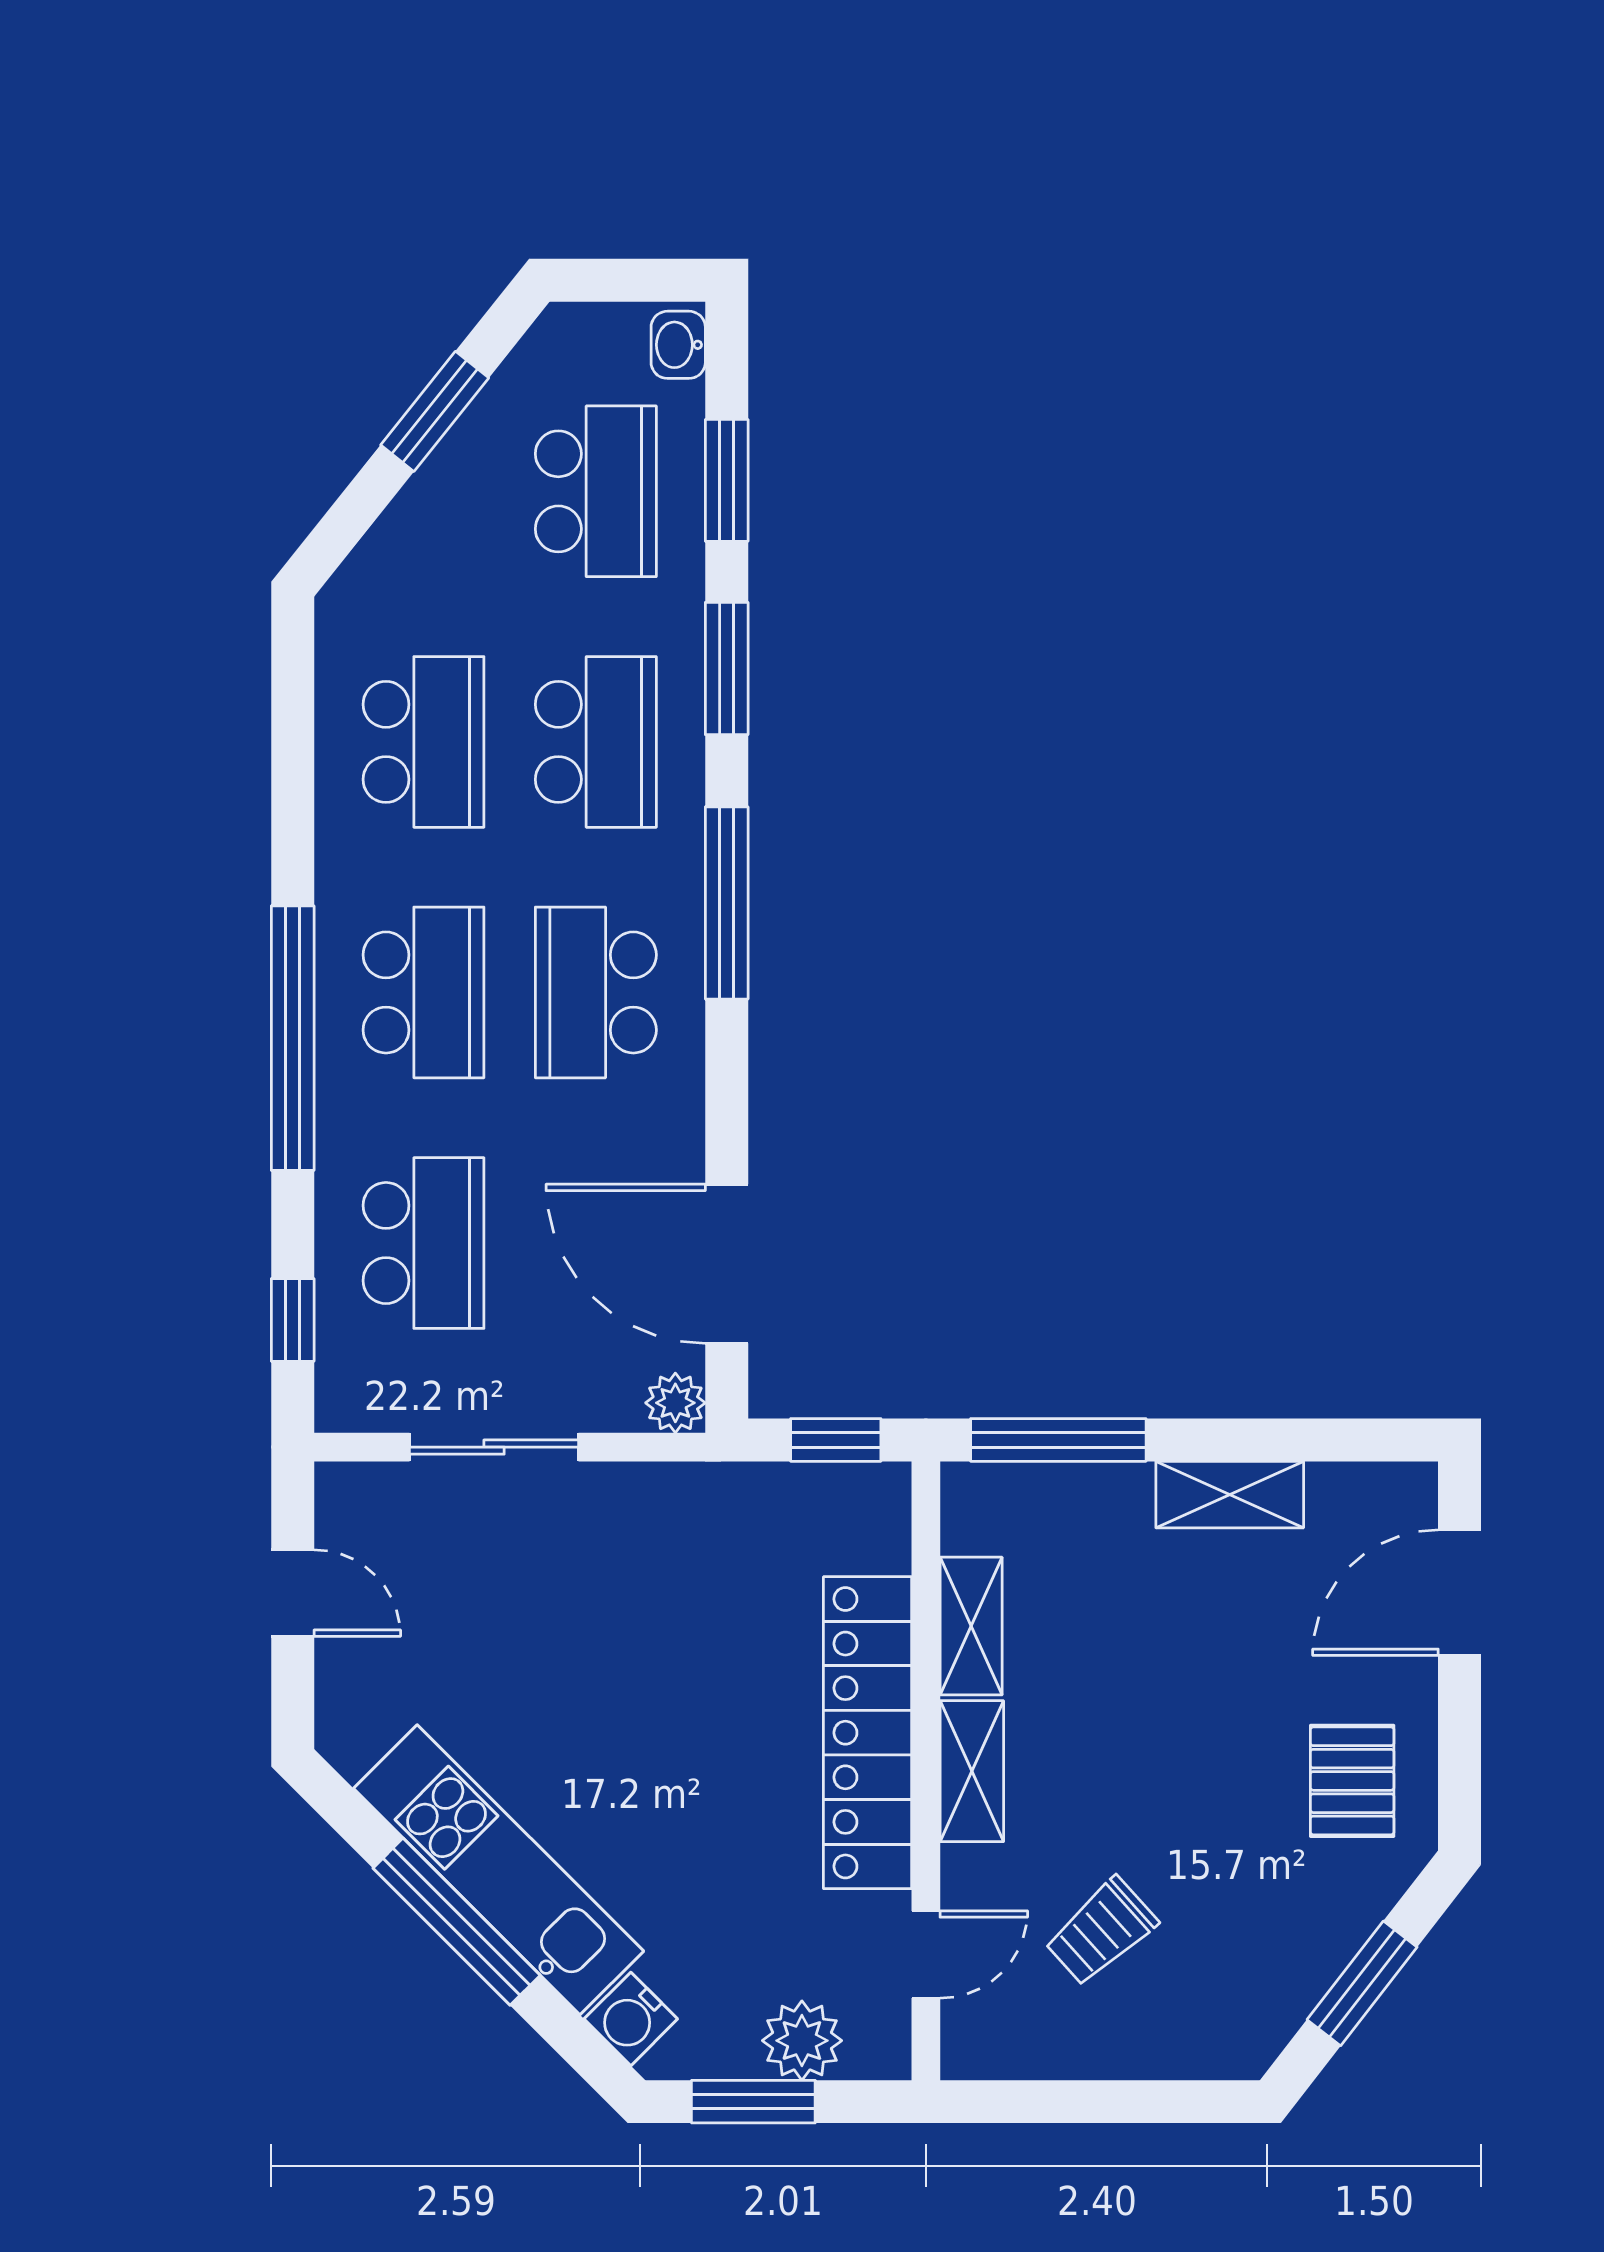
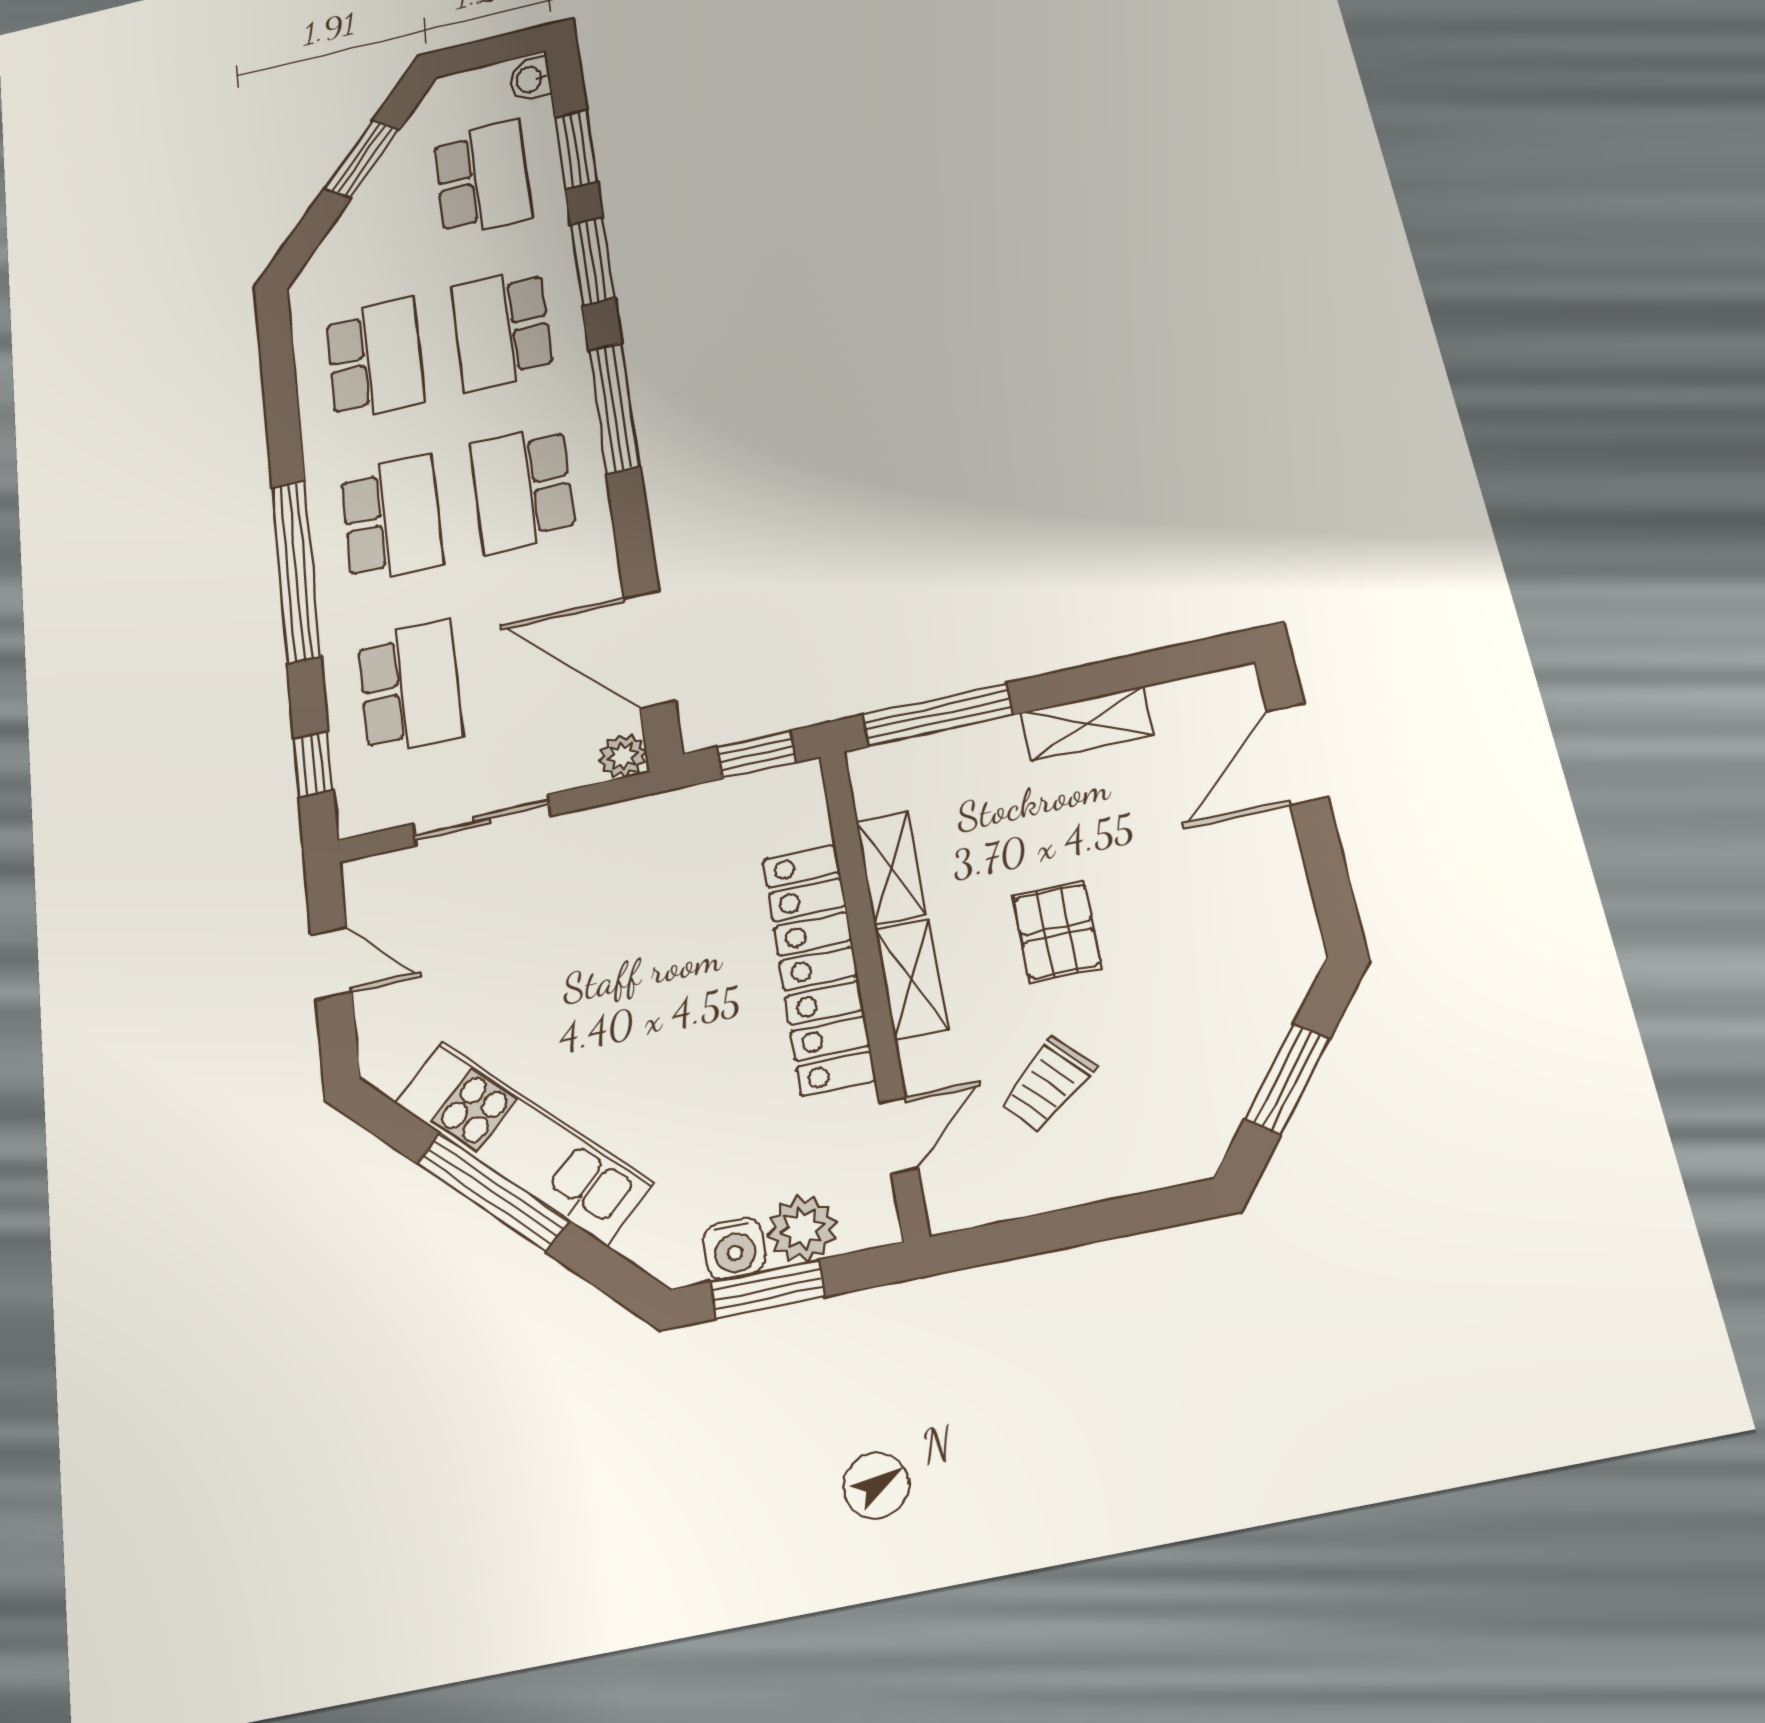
school desk: (596, 742) -> (502, 329), turned 180
pallet: (1352, 1781) -> (1057, 932), moved
water cooler: (631, 2019) -> (735, 1248), moved, turned -45

